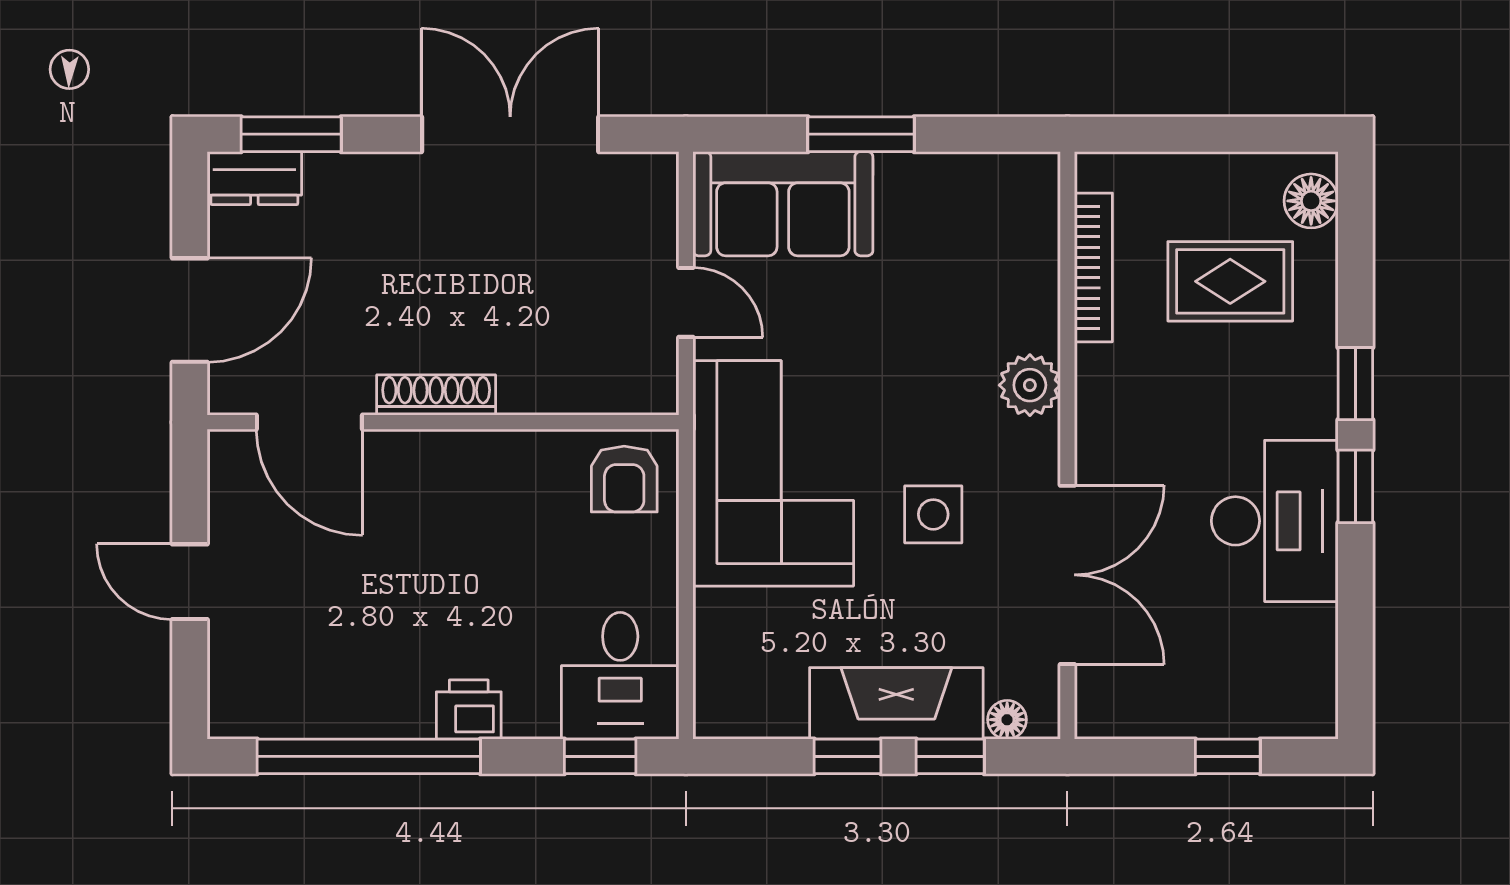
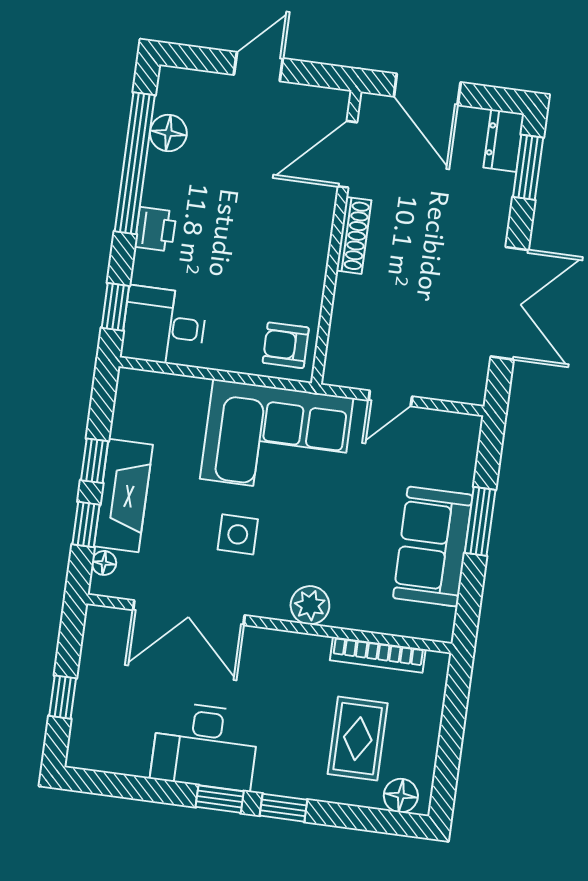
sofa: (783, 204) -> (433, 547), moved
floor lamp: (314, 710) -> (168, 133), added

